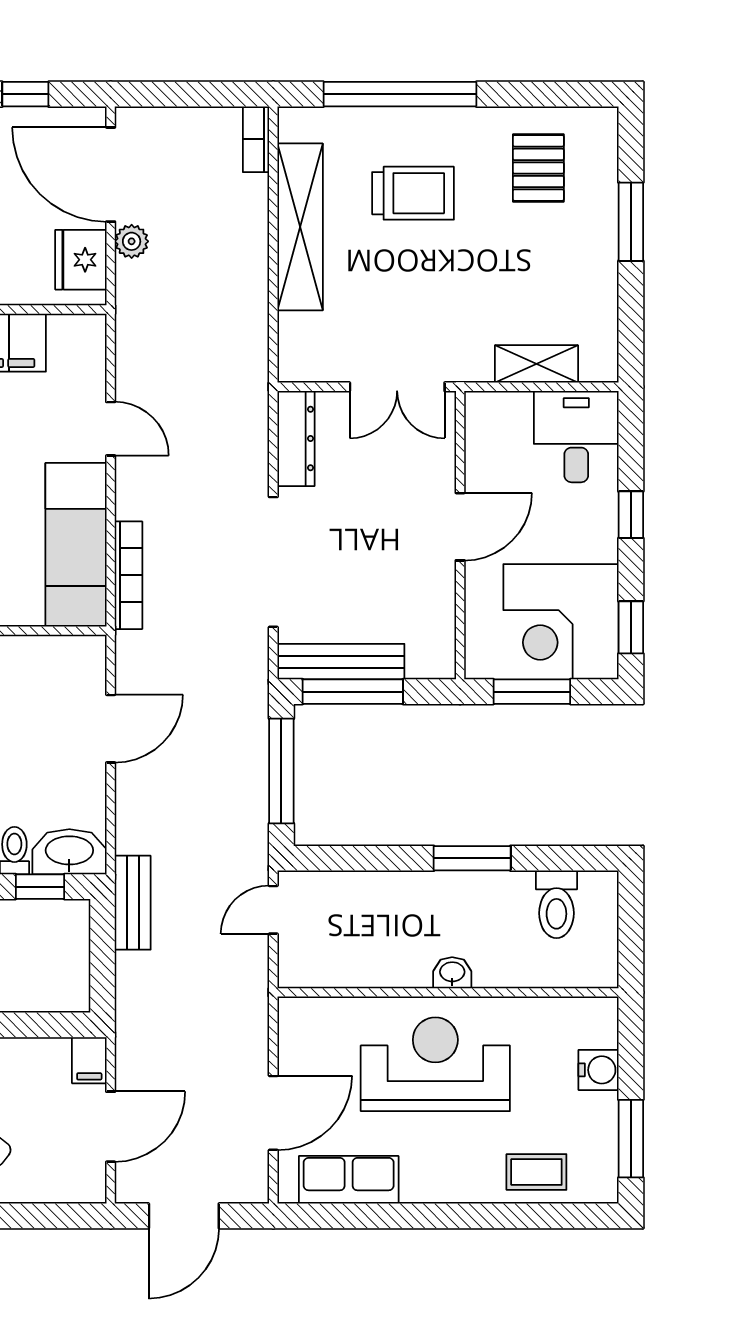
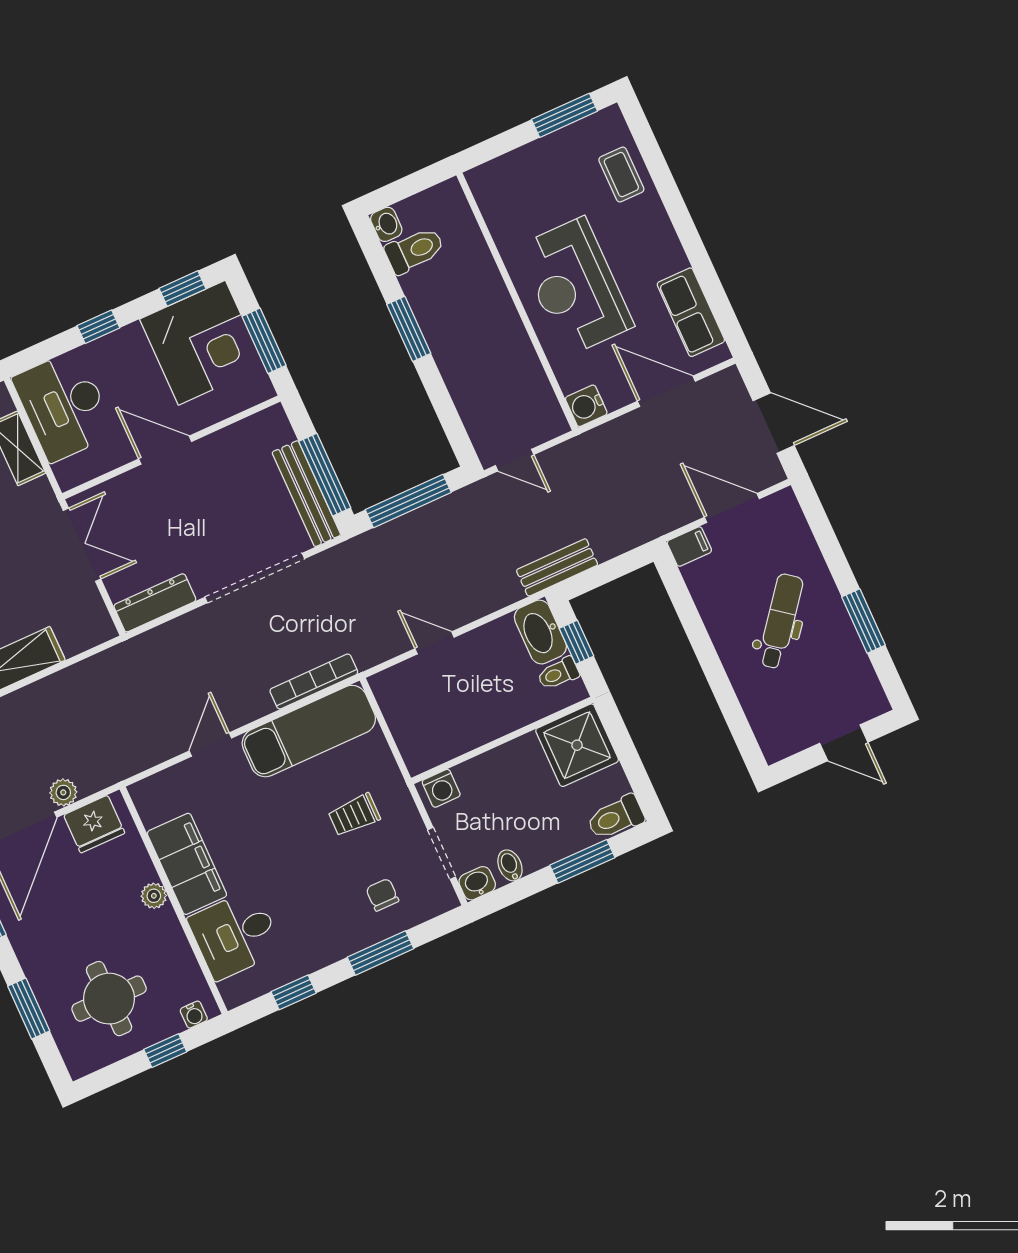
desk: (576, 437) -> (64, 406), width x1.37
door: (111, 729) -> (434, 643), width x0.73
washbasin: (452, 973) -> (386, 224), moved, turned 180
water cooler: (599, 1070) -> (586, 406), moved, turned -90

